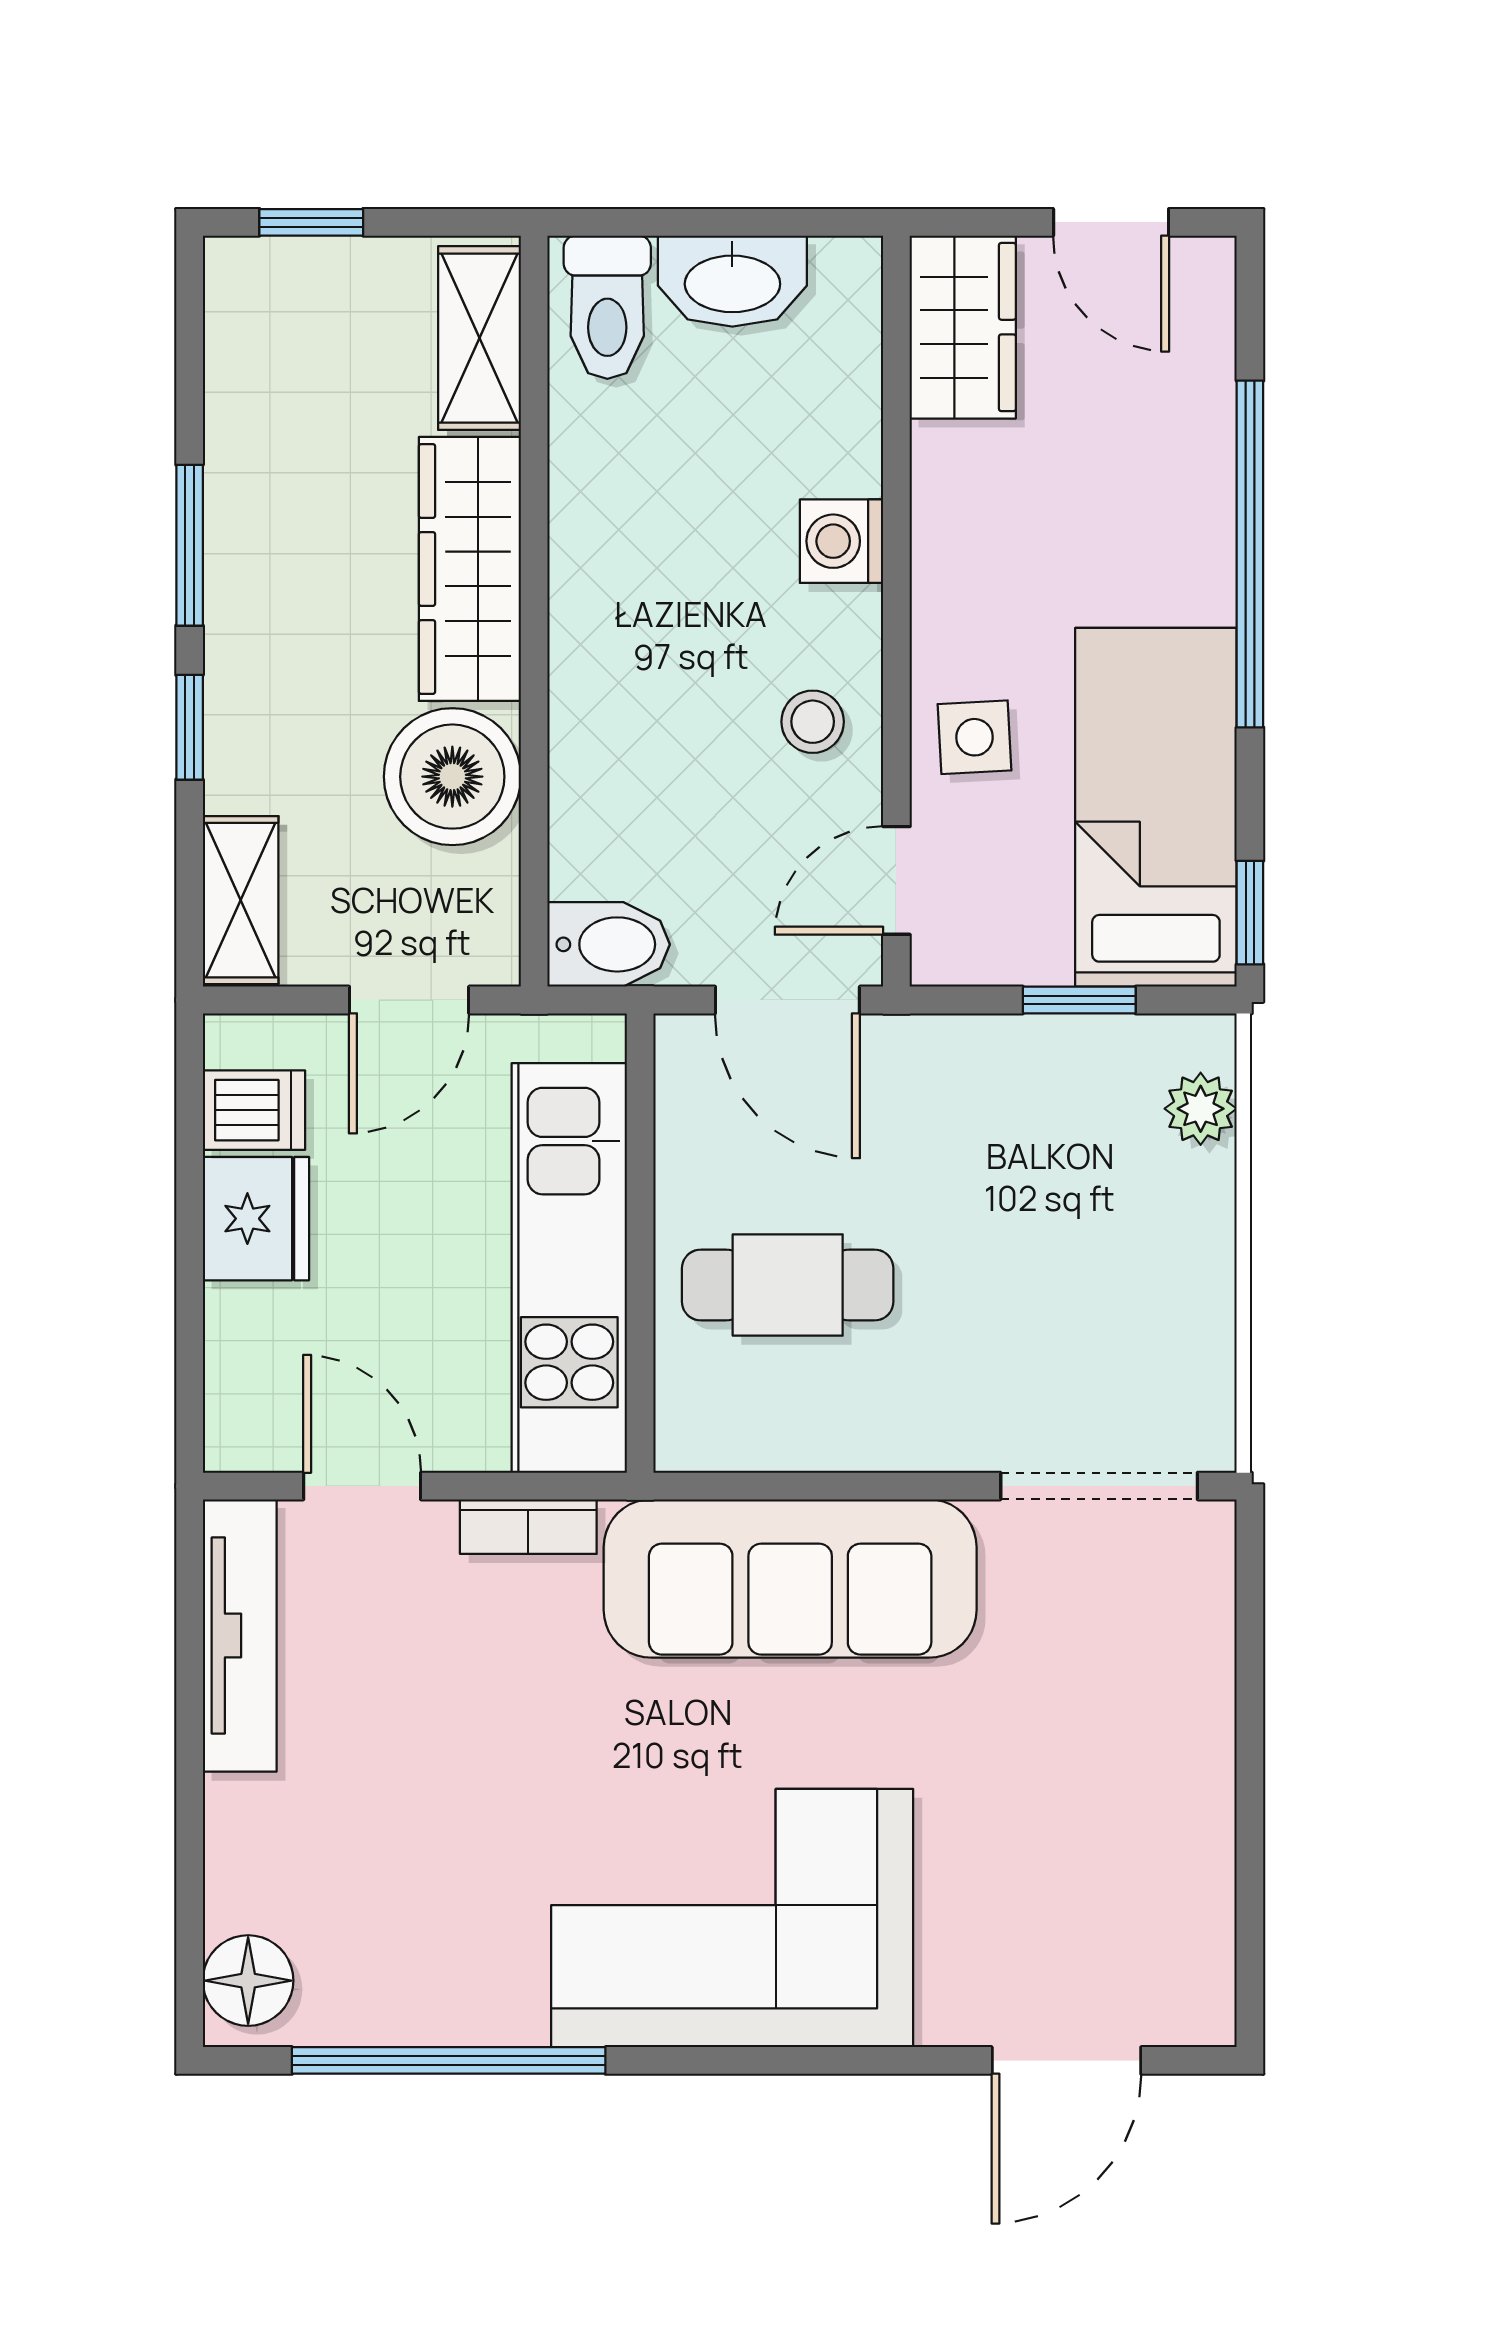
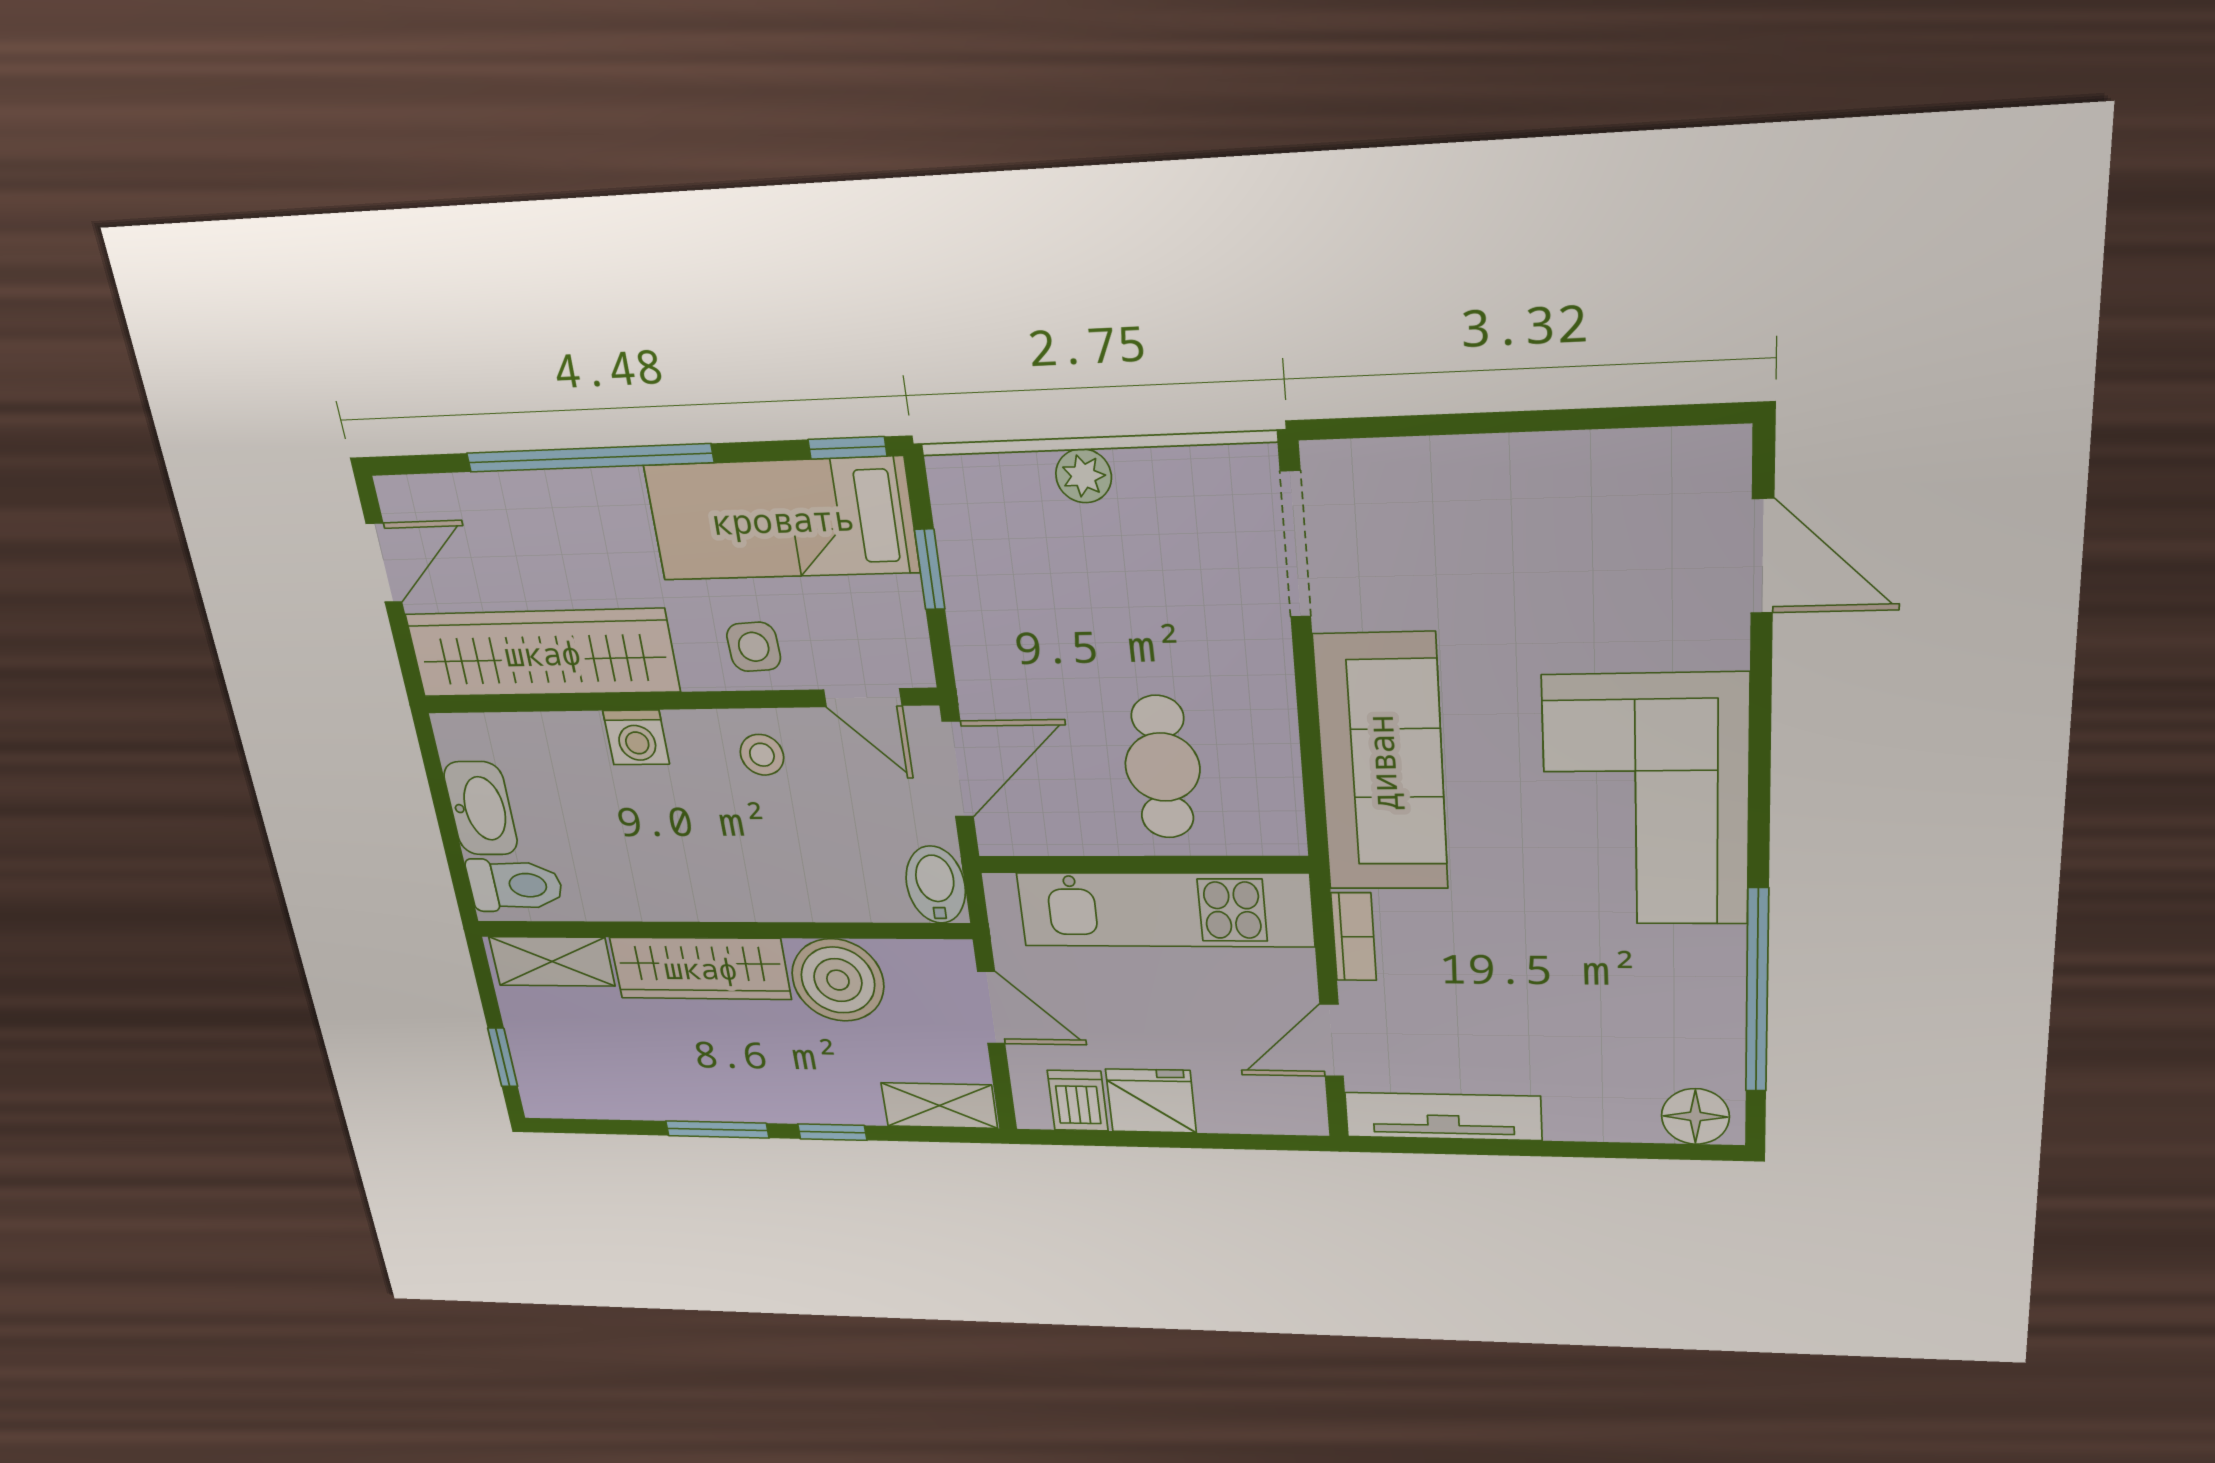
wardrobe: (963, 327) -> (542, 653), width x2.10, depth x1.17
plant: (1201, 1109) -> (1084, 476), moved

